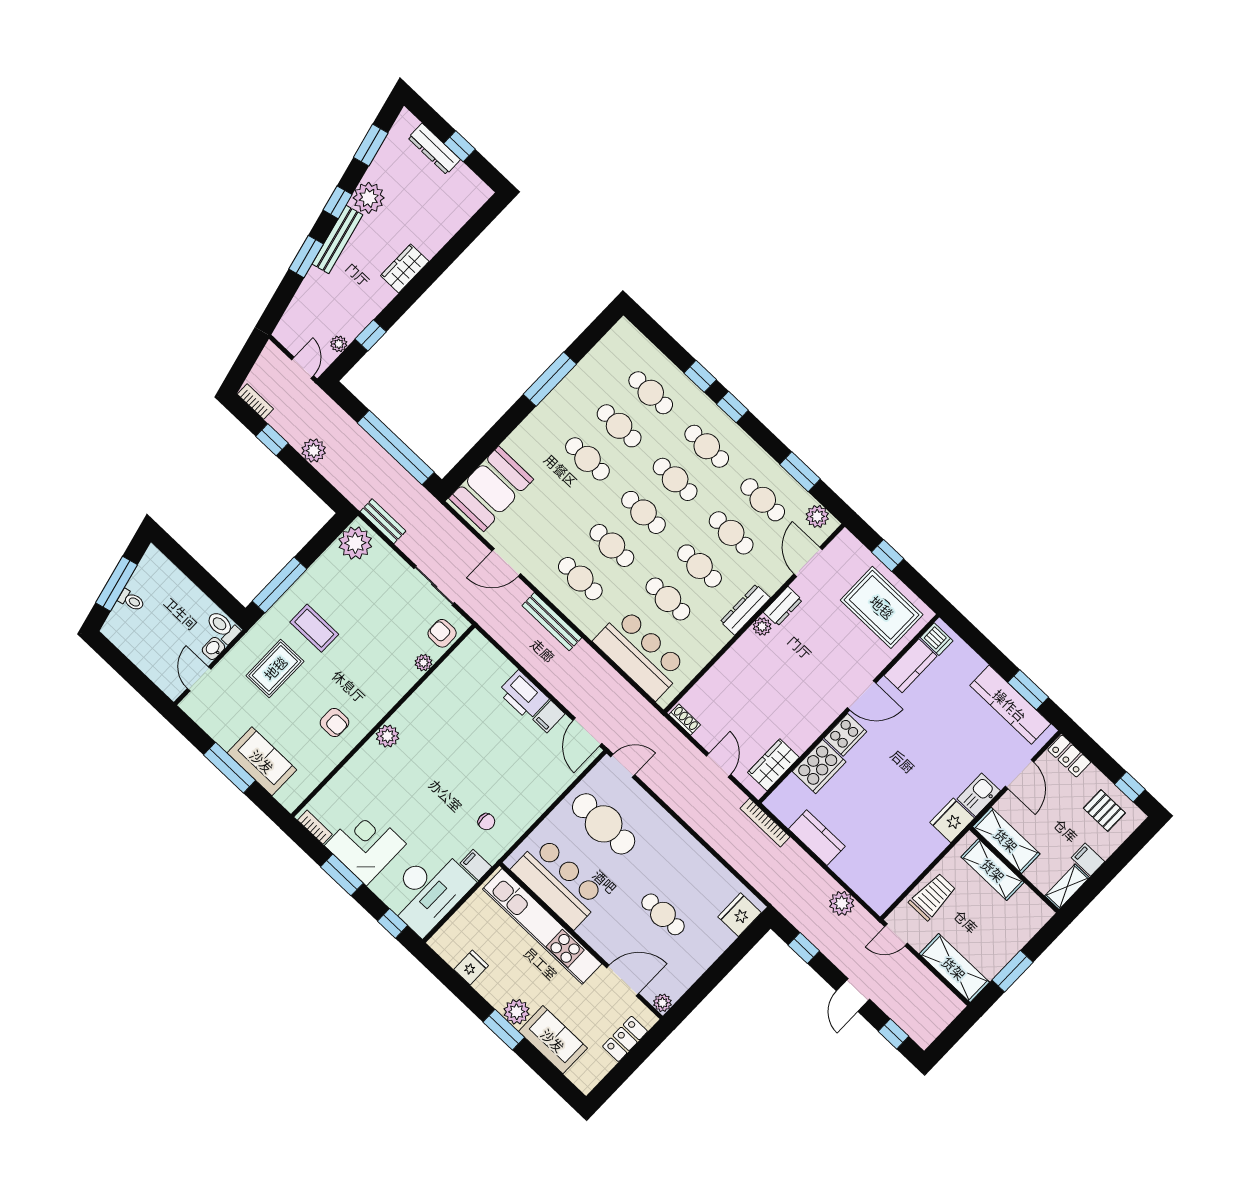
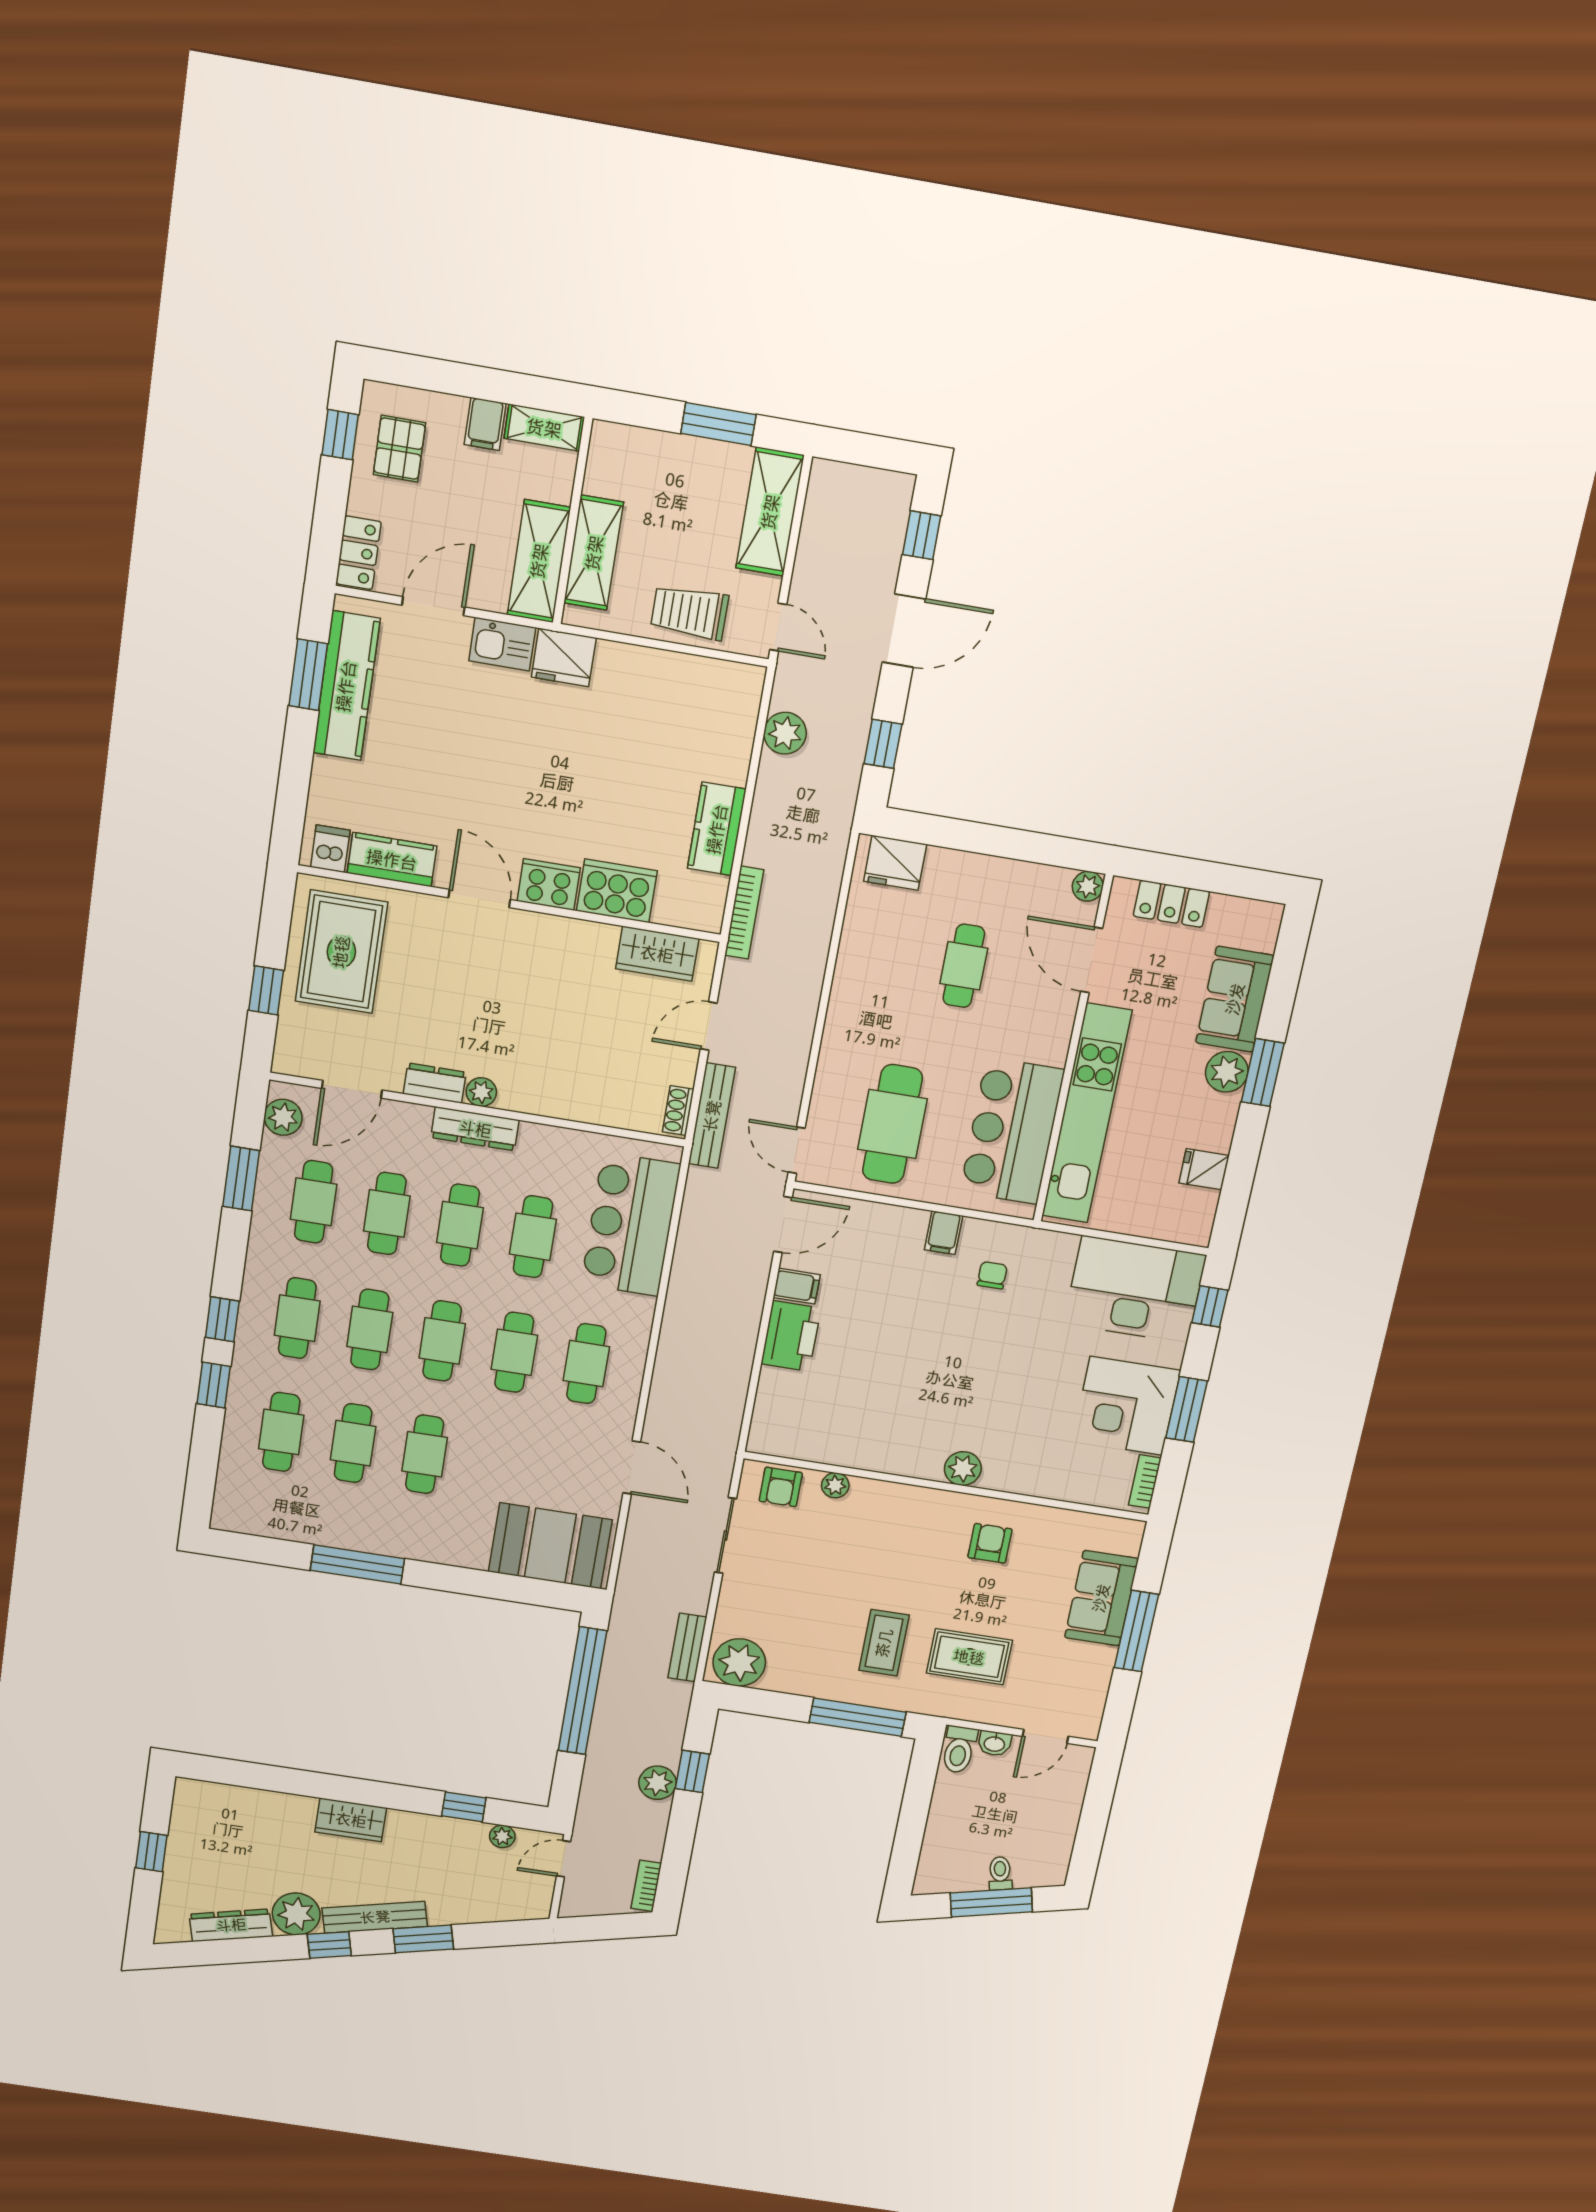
window: (371, 145) -> (230, 1951), removed
dresser: (434, 149) -> (231, 1925), moved, turned -104
window: (272, 440) -> (692, 1771), moved
bench: (552, 622) -> (712, 1116), moved
filing cabinet: (476, 865) -> (943, 1233), moved
door: (853, 995) -> (904, 631), width x1.38

